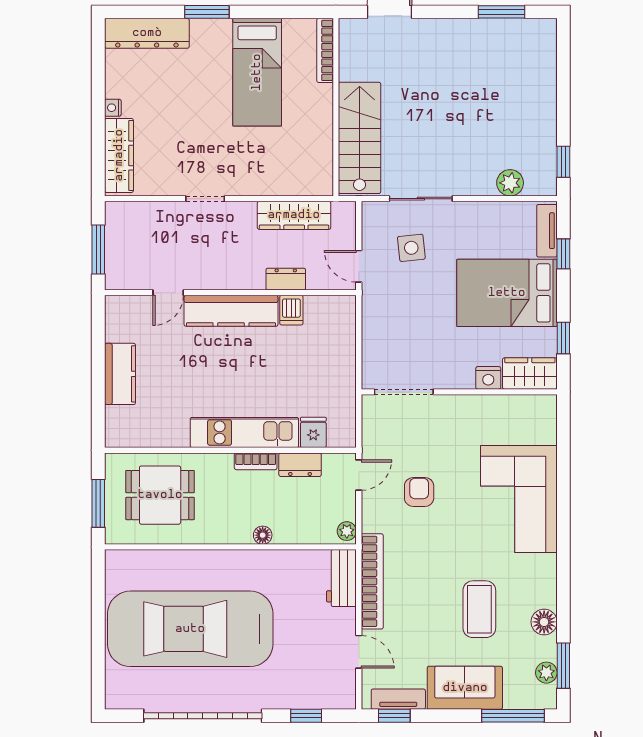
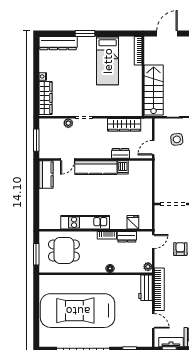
plant: (170, 212) -> (68, 123), added
door: (359, 266) -> (153, 148), hinge flipped
kitchen counter: (120, 374) -> (46, 174), moved
kitchen unit: (244, 432) -> (85, 222), moved

